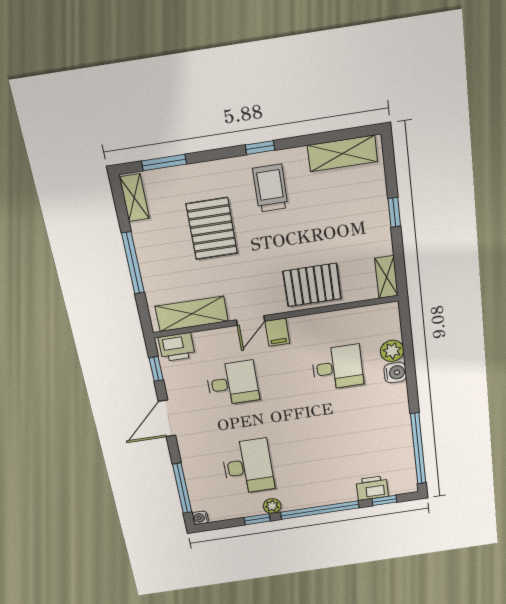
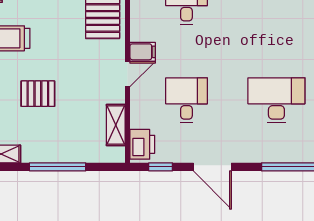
pallet: (212, 229) -> (38, 94), width x0.67, depth x0.71
shelving: (192, 314) -> (116, 125), width x0.67, depth x0.75
door: (251, 321) -> (128, 74), hinge flipped

